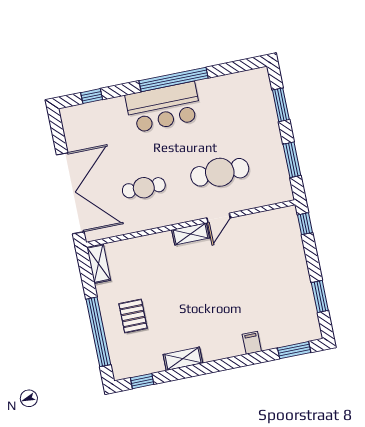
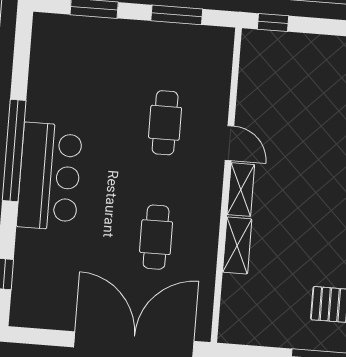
cafe table: (220, 172) -> (165, 123), width x0.73, depth x0.74
shelving: (99, 264) -> (237, 245), moved, turned 90

